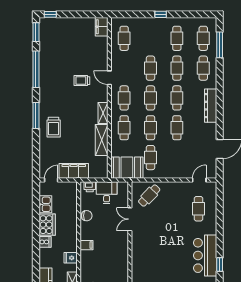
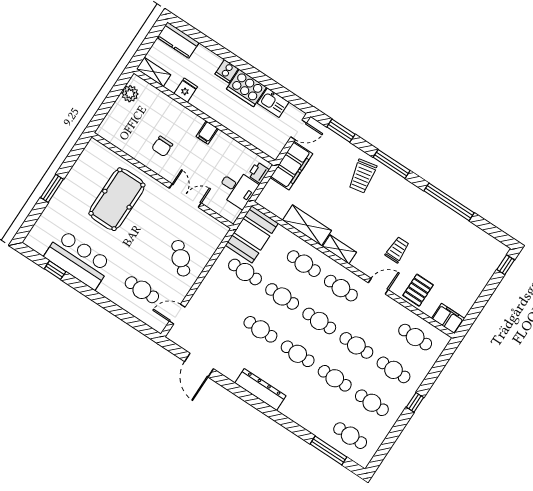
window: (36, 32) -> (341, 131), moved
pallet: (97, 54) -> (418, 290), added
cafe table: (203, 68) -> (394, 370), moved
trolley: (54, 127) -> (362, 176), turned -101
door: (51, 180) -> (299, 130), hinge flipped
door: (199, 180) -> (177, 314), swing flipped
cafe table: (149, 196) -> (181, 258), moved
chair: (87, 216) -> (162, 146), moved
filing cabinet: (86, 245) -> (207, 133), moved
pool table: (157, 256) -> (117, 199), added

